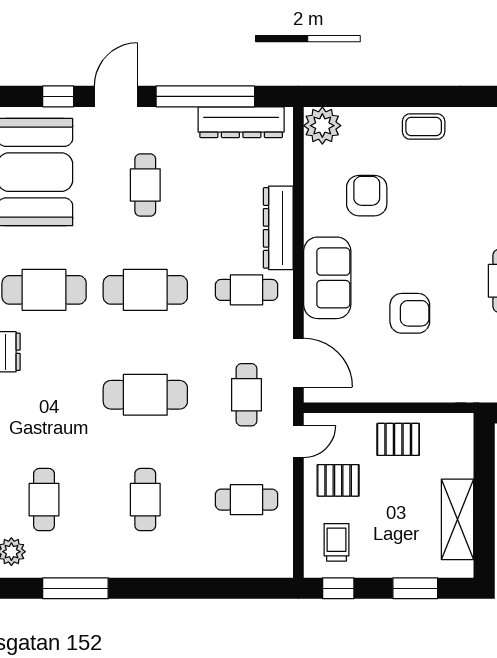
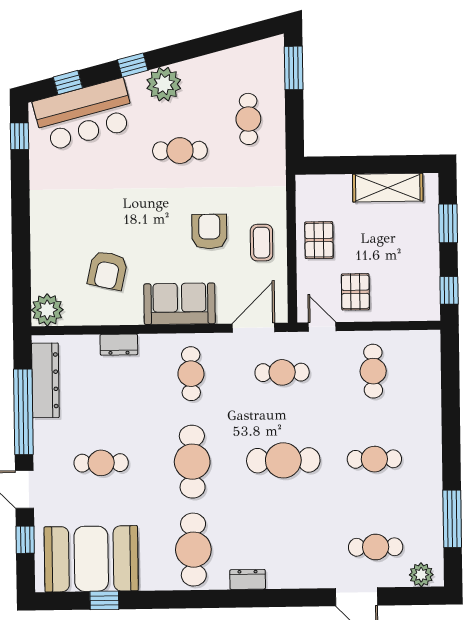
coffee table: (424, 126) -> (262, 243), moved
armchair: (367, 196) -> (108, 270), turned -77
dresser: (278, 228) -> (119, 345), width x0.51, depth x0.80
cafe table: (145, 395) -> (283, 460), turned 90
trolley: (336, 542) -> (409, 292), removed

